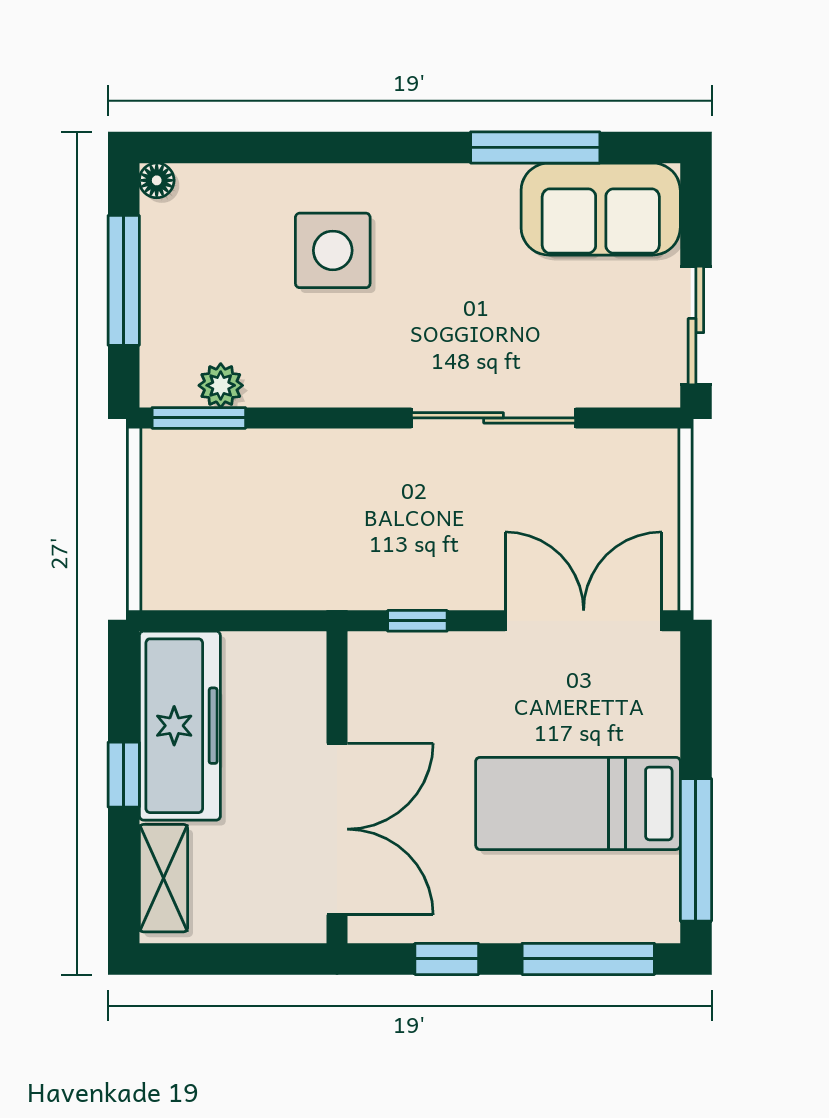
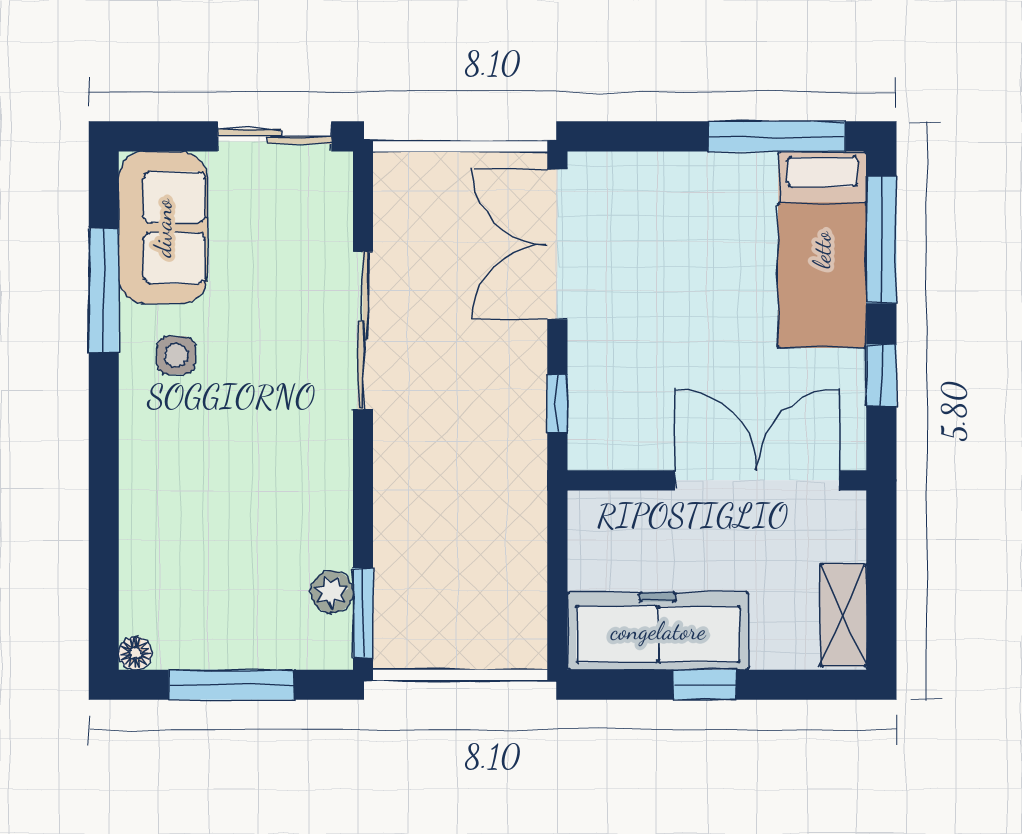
side table: (333, 250) -> (176, 355), moved, width x0.54, depth x0.54
bed: (578, 803) -> (822, 250), moved
shelving: (163, 878) -> (843, 615), moved, turned 90

